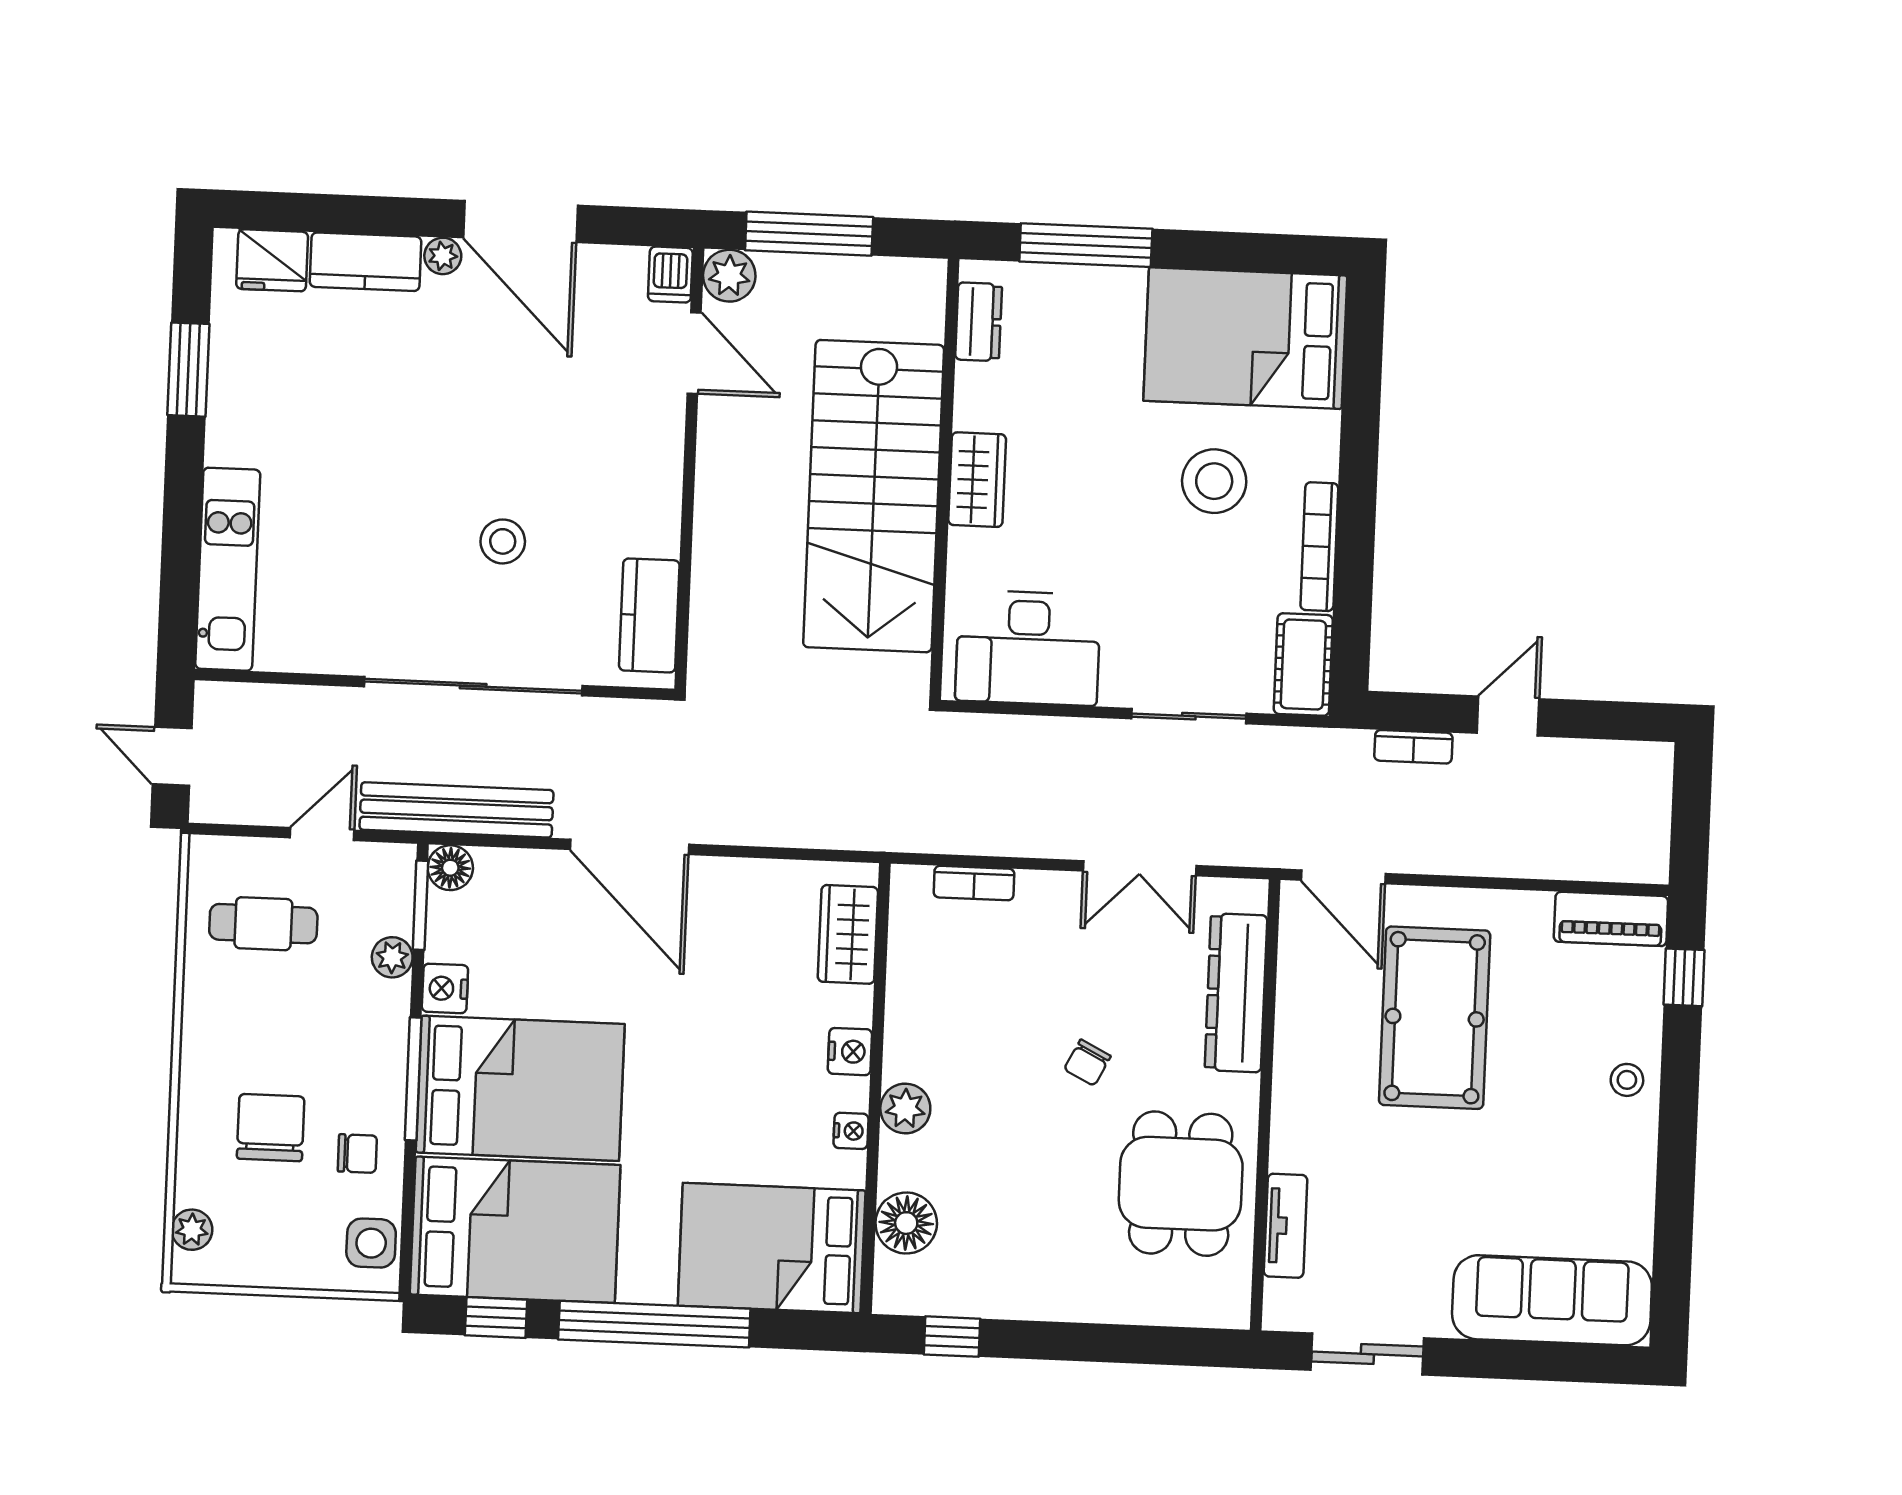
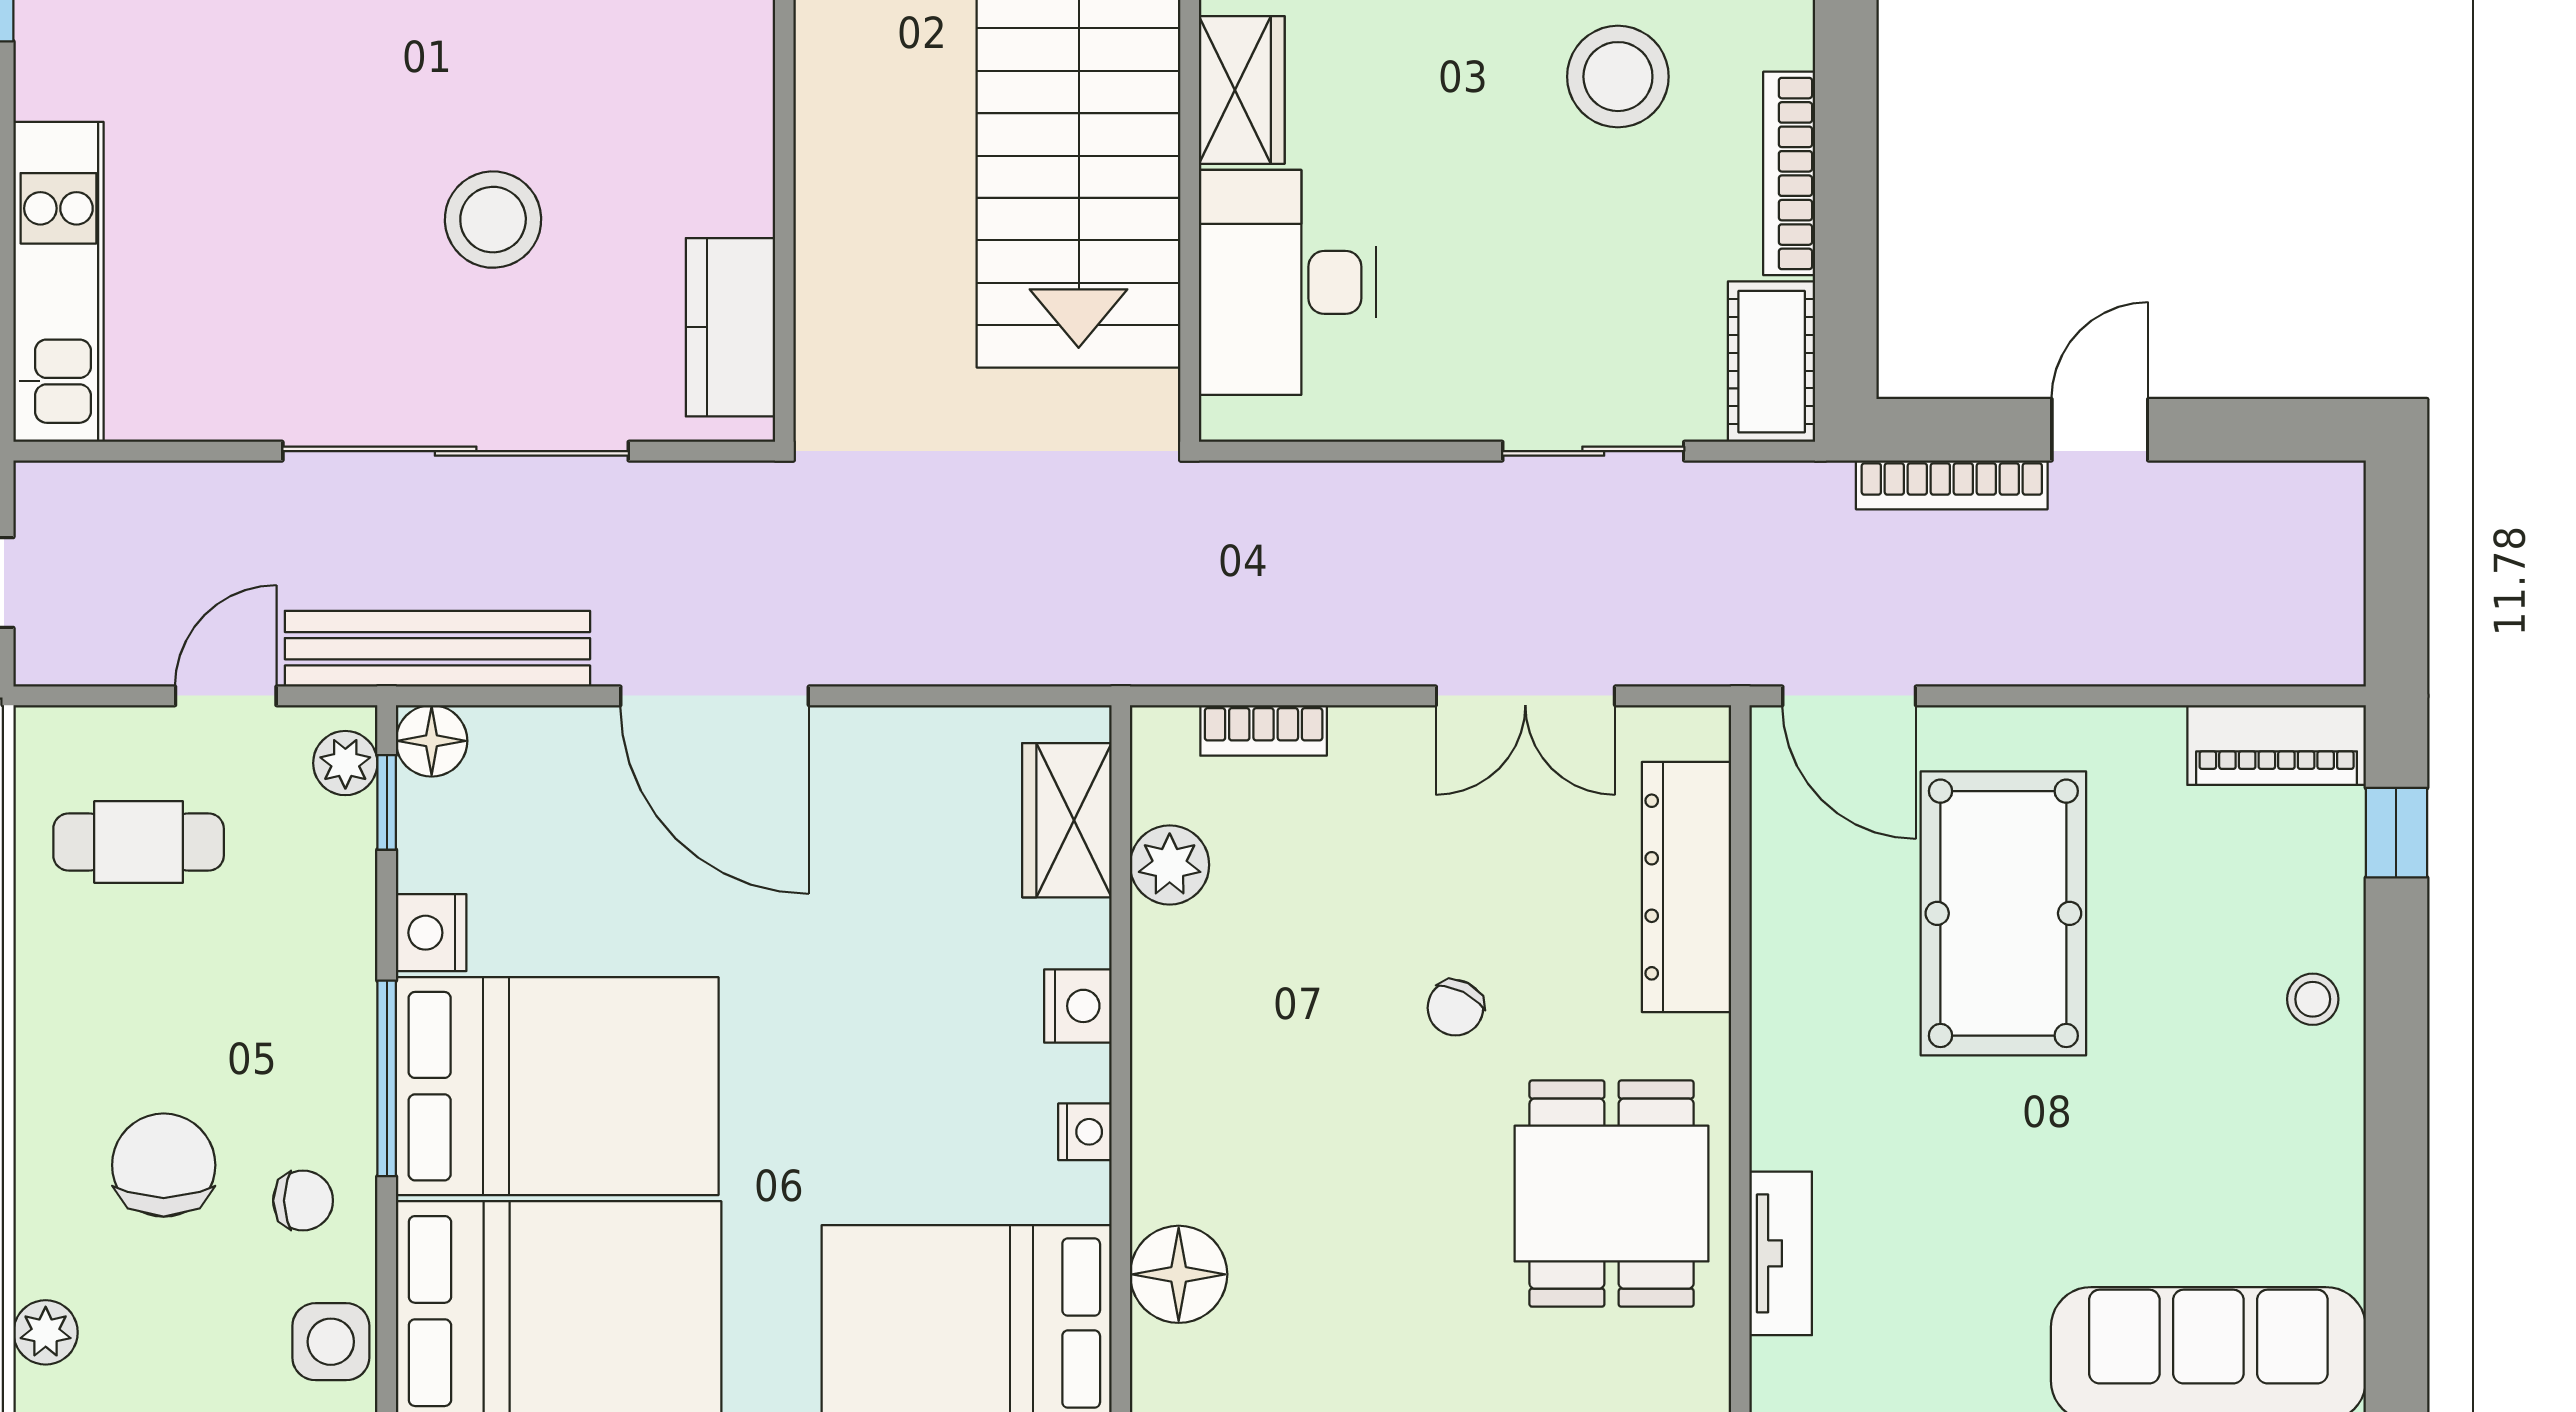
stool: (503, 541) -> (493, 220), width x1.38, depth x1.38
desk: (1028, 648) -> (1287, 282), moved, turned 90
bookcase: (1413, 747) -> (1952, 485), width x1.56
window: (420, 905) -> (387, 802), width x0.67
plant: (392, 957) -> (345, 763), moved
plant: (905, 1109) -> (1170, 865), moved

